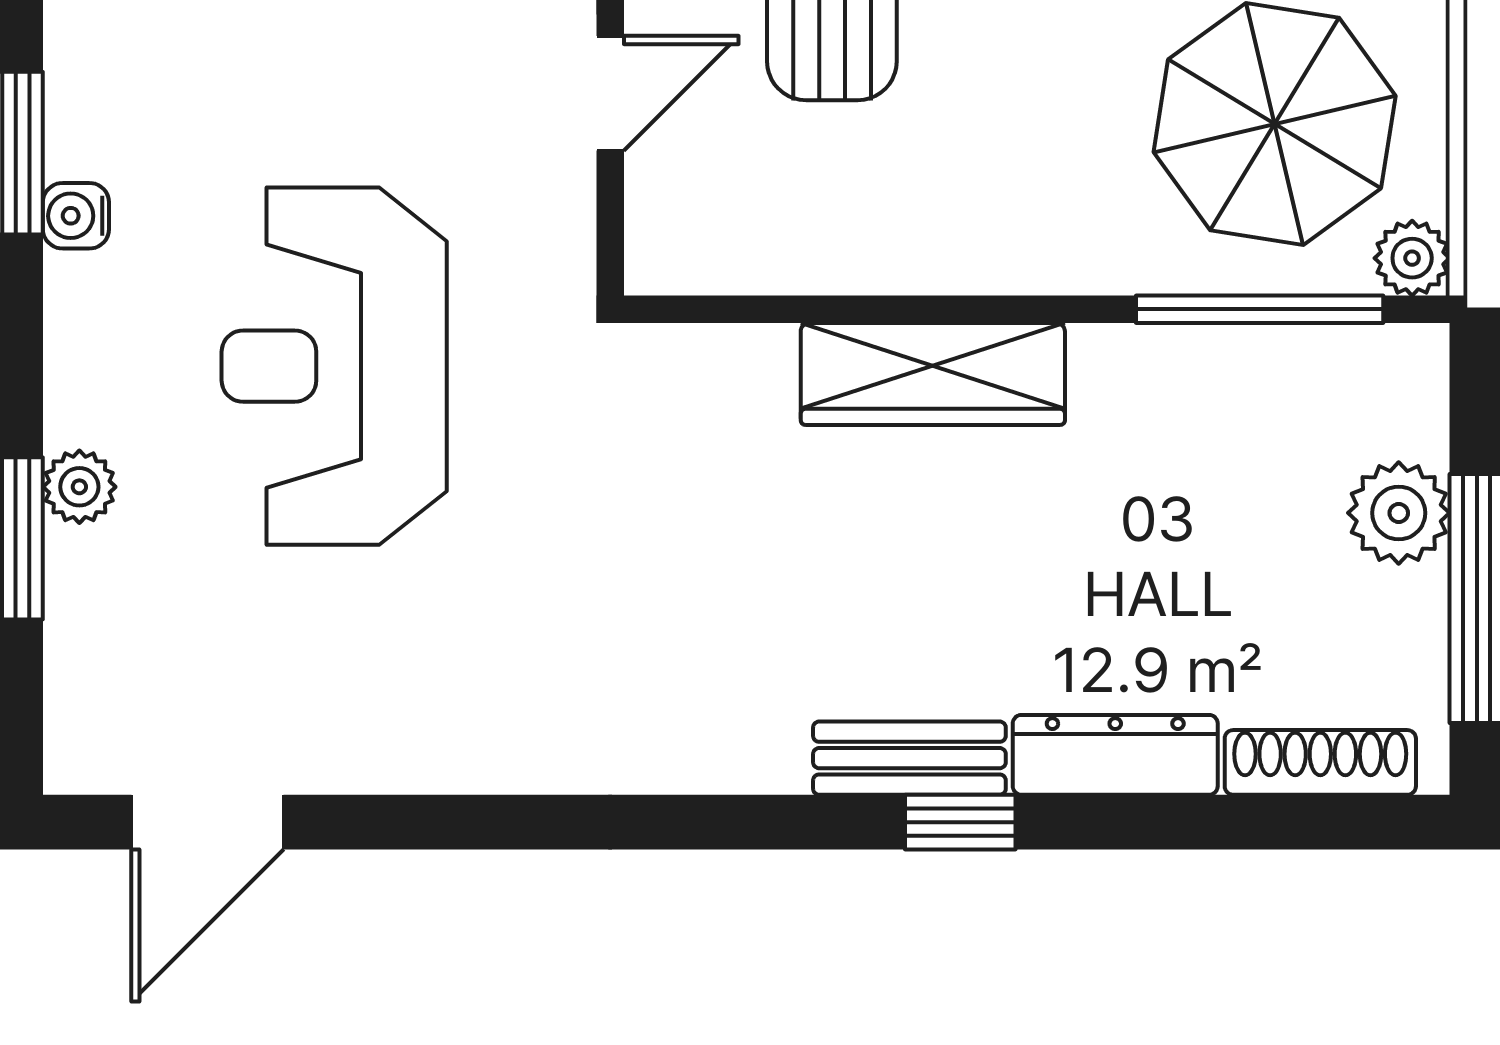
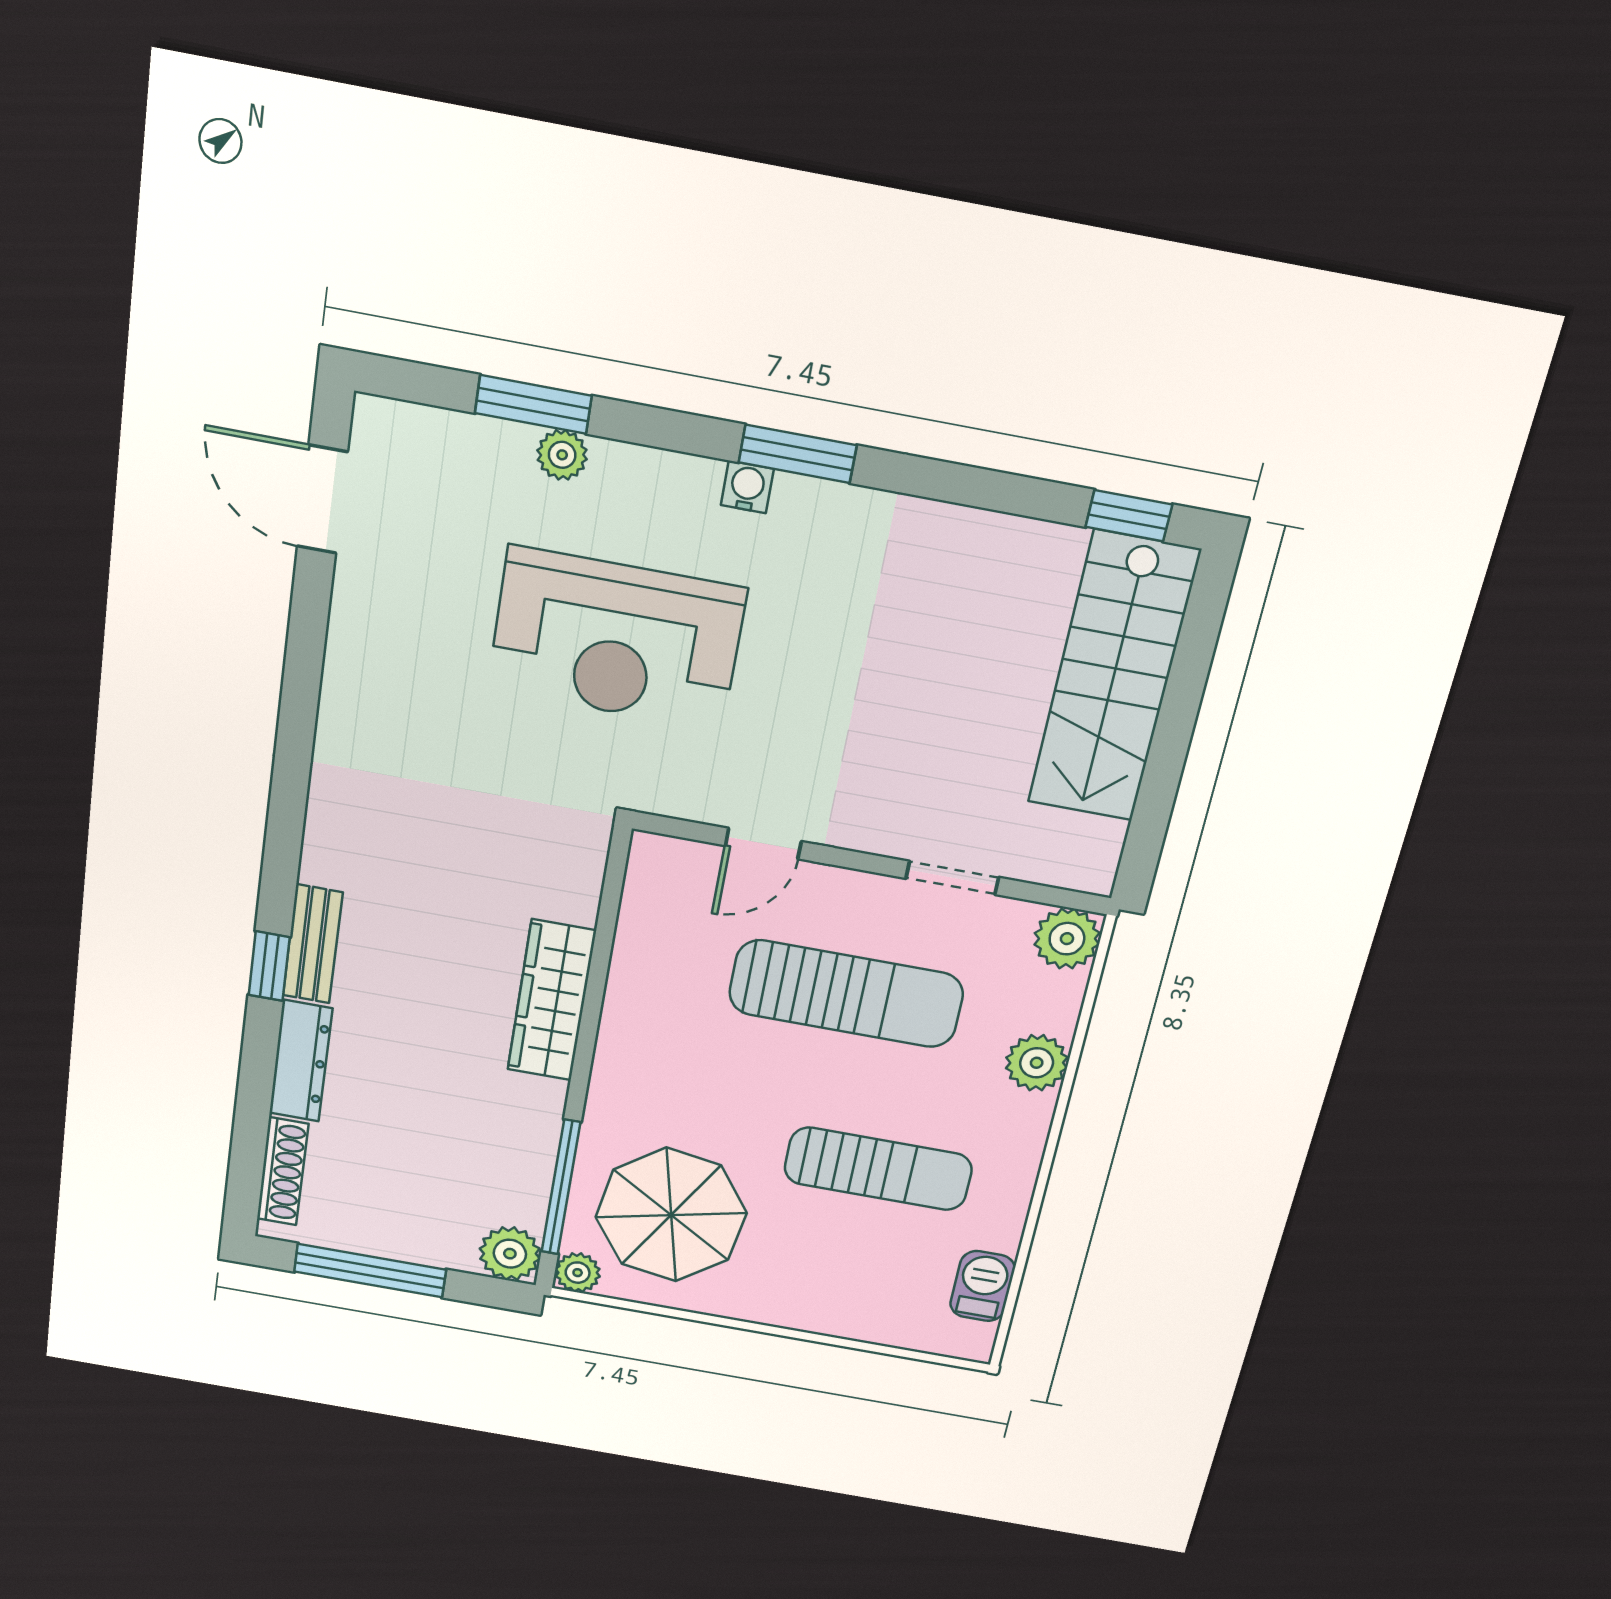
door: (610, 93) -> (763, 844), hinge flipped
reception desk: (334, 366) -> (616, 639), turned 180
plant: (1399, 513) -> (510, 1254), moved

